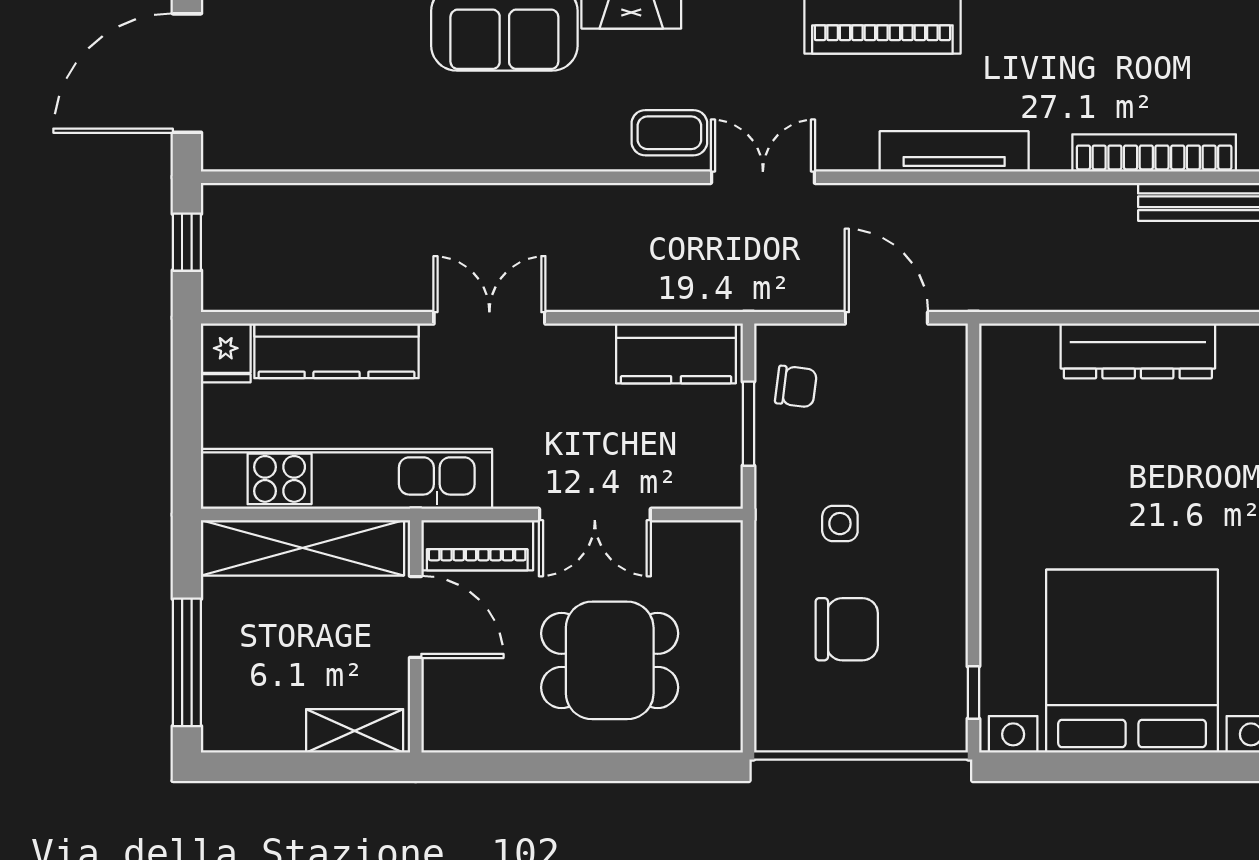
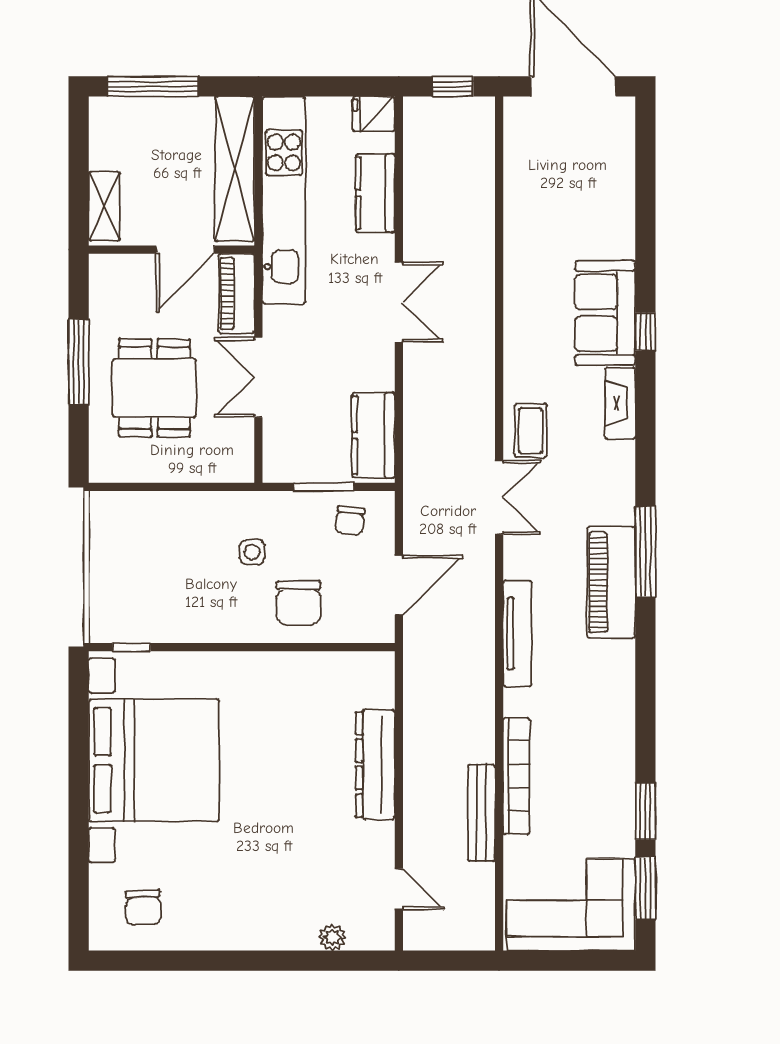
kitchen counter: (336, 351) -> (375, 193), width x0.67
chair: (847, 629) -> (298, 603), moved
window: (573, 767) -> (79, 362), added

